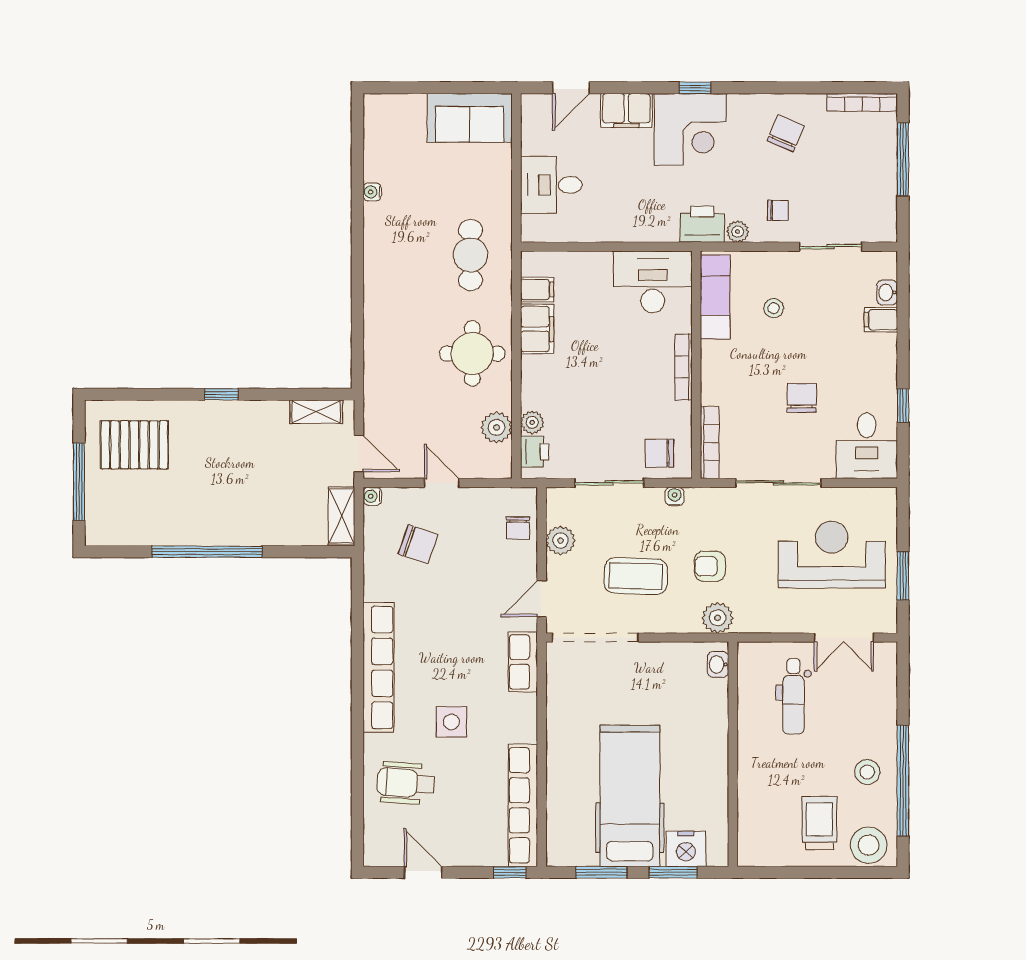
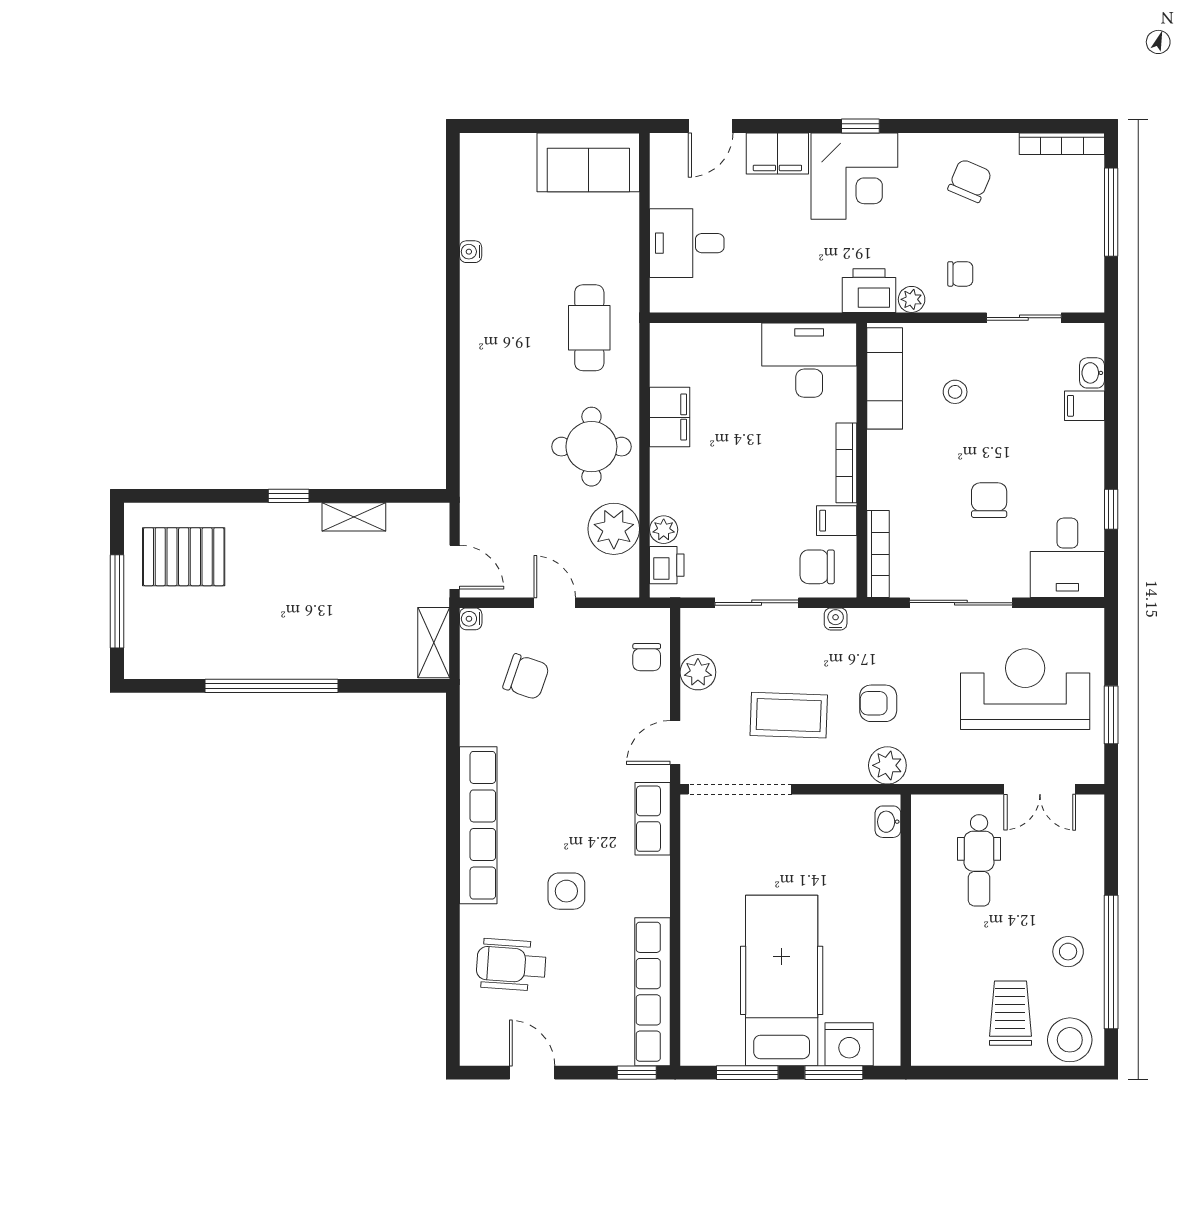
filing cabinet: (537, 289) -> (837, 521), moved, turned 180
shelving: (316, 412) -> (354, 517), moved
plant: (496, 427) -> (614, 529), width x1.36, depth x1.36

